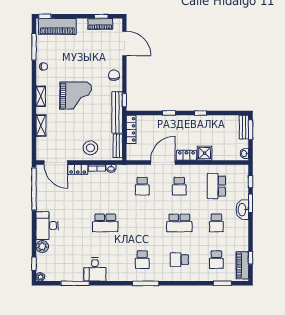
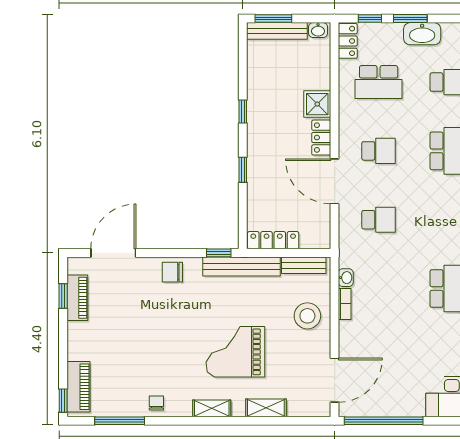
piano: (57, 27) -> (78, 387), width x0.73, depth x0.75
grand piano: (76, 96) -> (235, 352), moved, turned -90
bench: (244, 127) -> (277, 31), width x1.36
locker: (78, 170) -> (348, 41), moved

